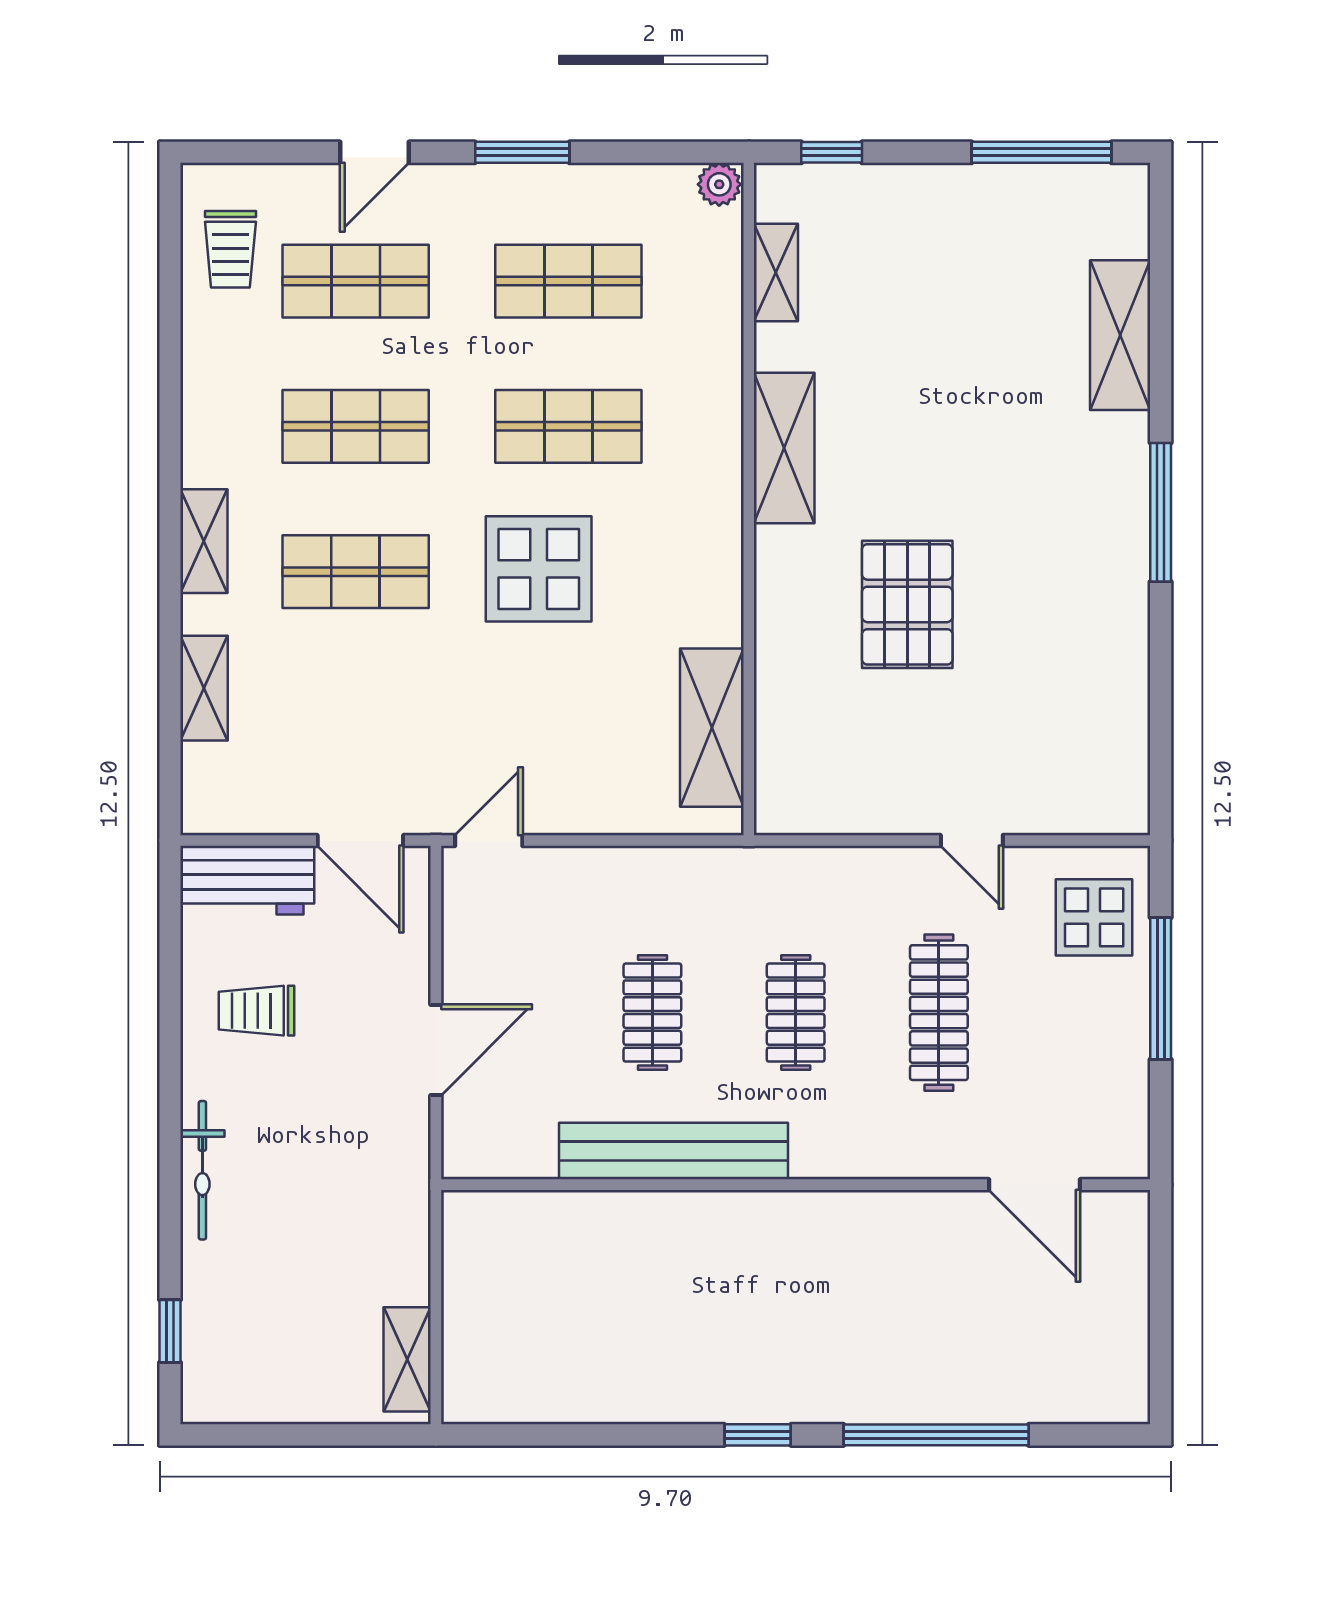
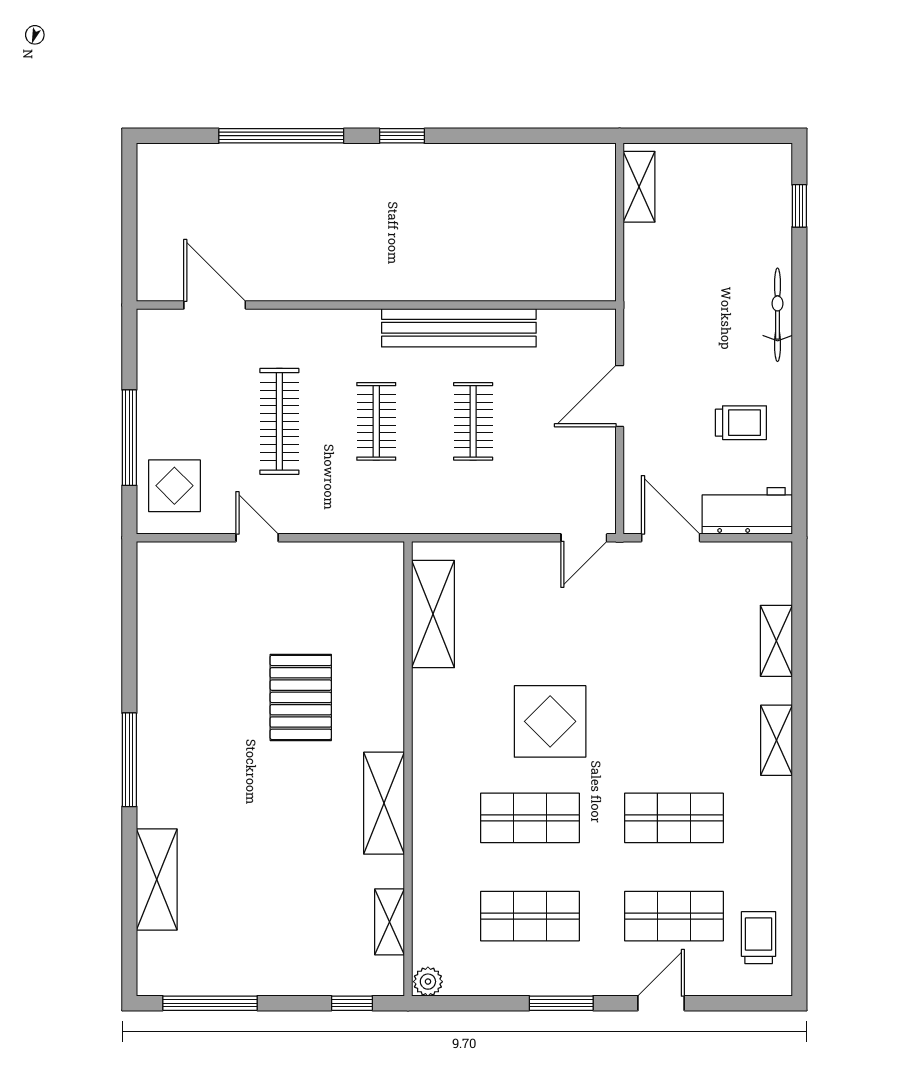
shop shelf: (356, 572) -> (674, 720), removed

